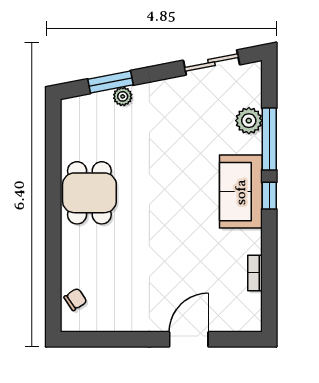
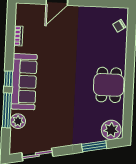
plant: (123, 96) -> (111, 130), moved, width x1.88, depth x1.88
sofa: (241, 192) -> (24, 82), width x1.36

